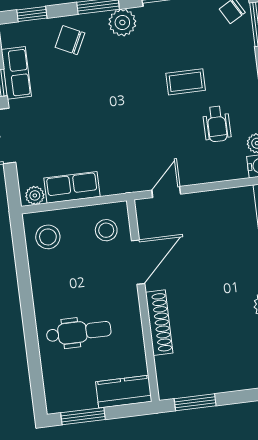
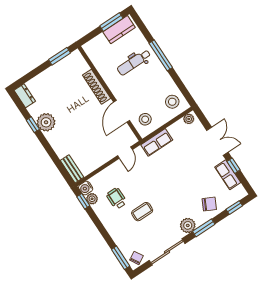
row of seats: (72, 187) -> (157, 142), moved
window: (29, 322) -> (161, 55), added
kitchen counter: (124, 392) -> (119, 30), moved

